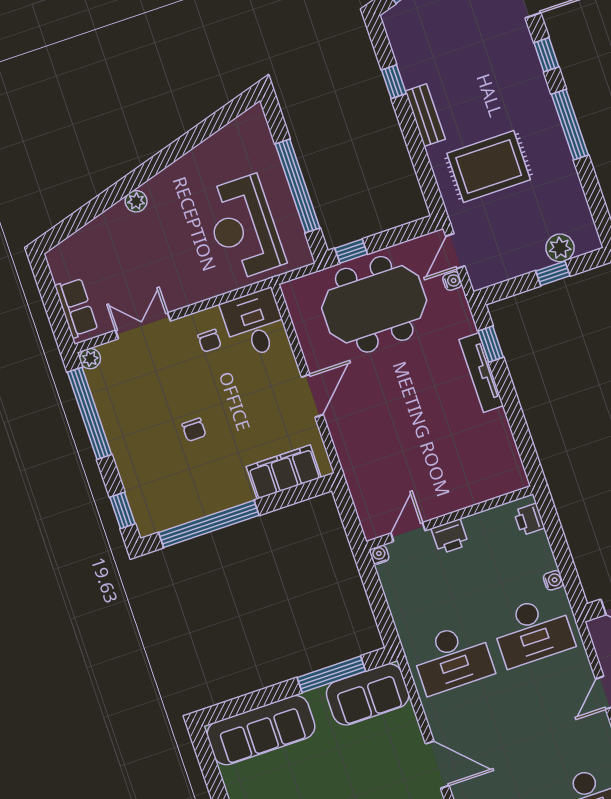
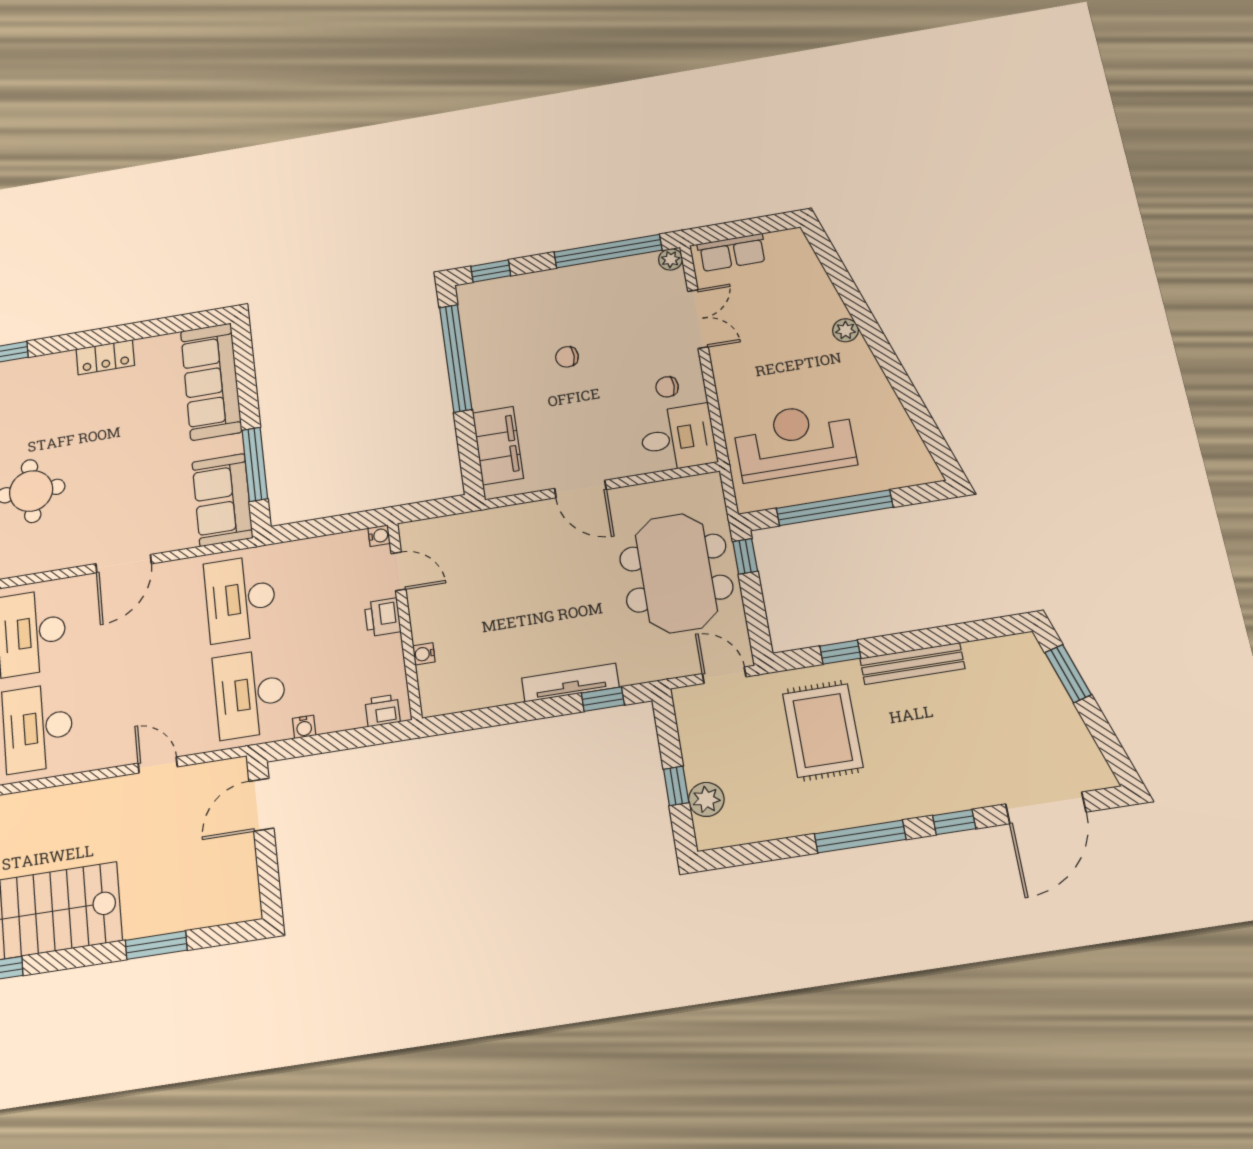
window: (394, 82) -> (840, 652), moved
bench: (425, 115) -> (912, 664), width x1.36
water cooler: (452, 281) -> (424, 654), moved, turned 90

